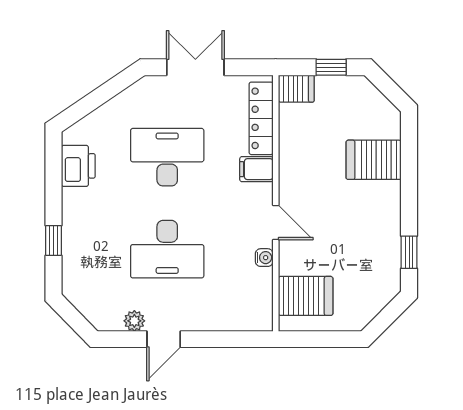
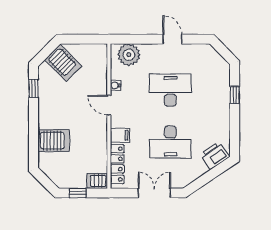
double door: (195, 67) -> (154, 193), swing flipped
printer: (78, 166) -> (215, 155), moved, turned 56
server rack: (306, 296) -> (63, 63), moved, turned -135
plant: (134, 321) -> (129, 55), moved, width x1.87, depth x1.87
door: (164, 339) -> (172, 39), hinge flipped

